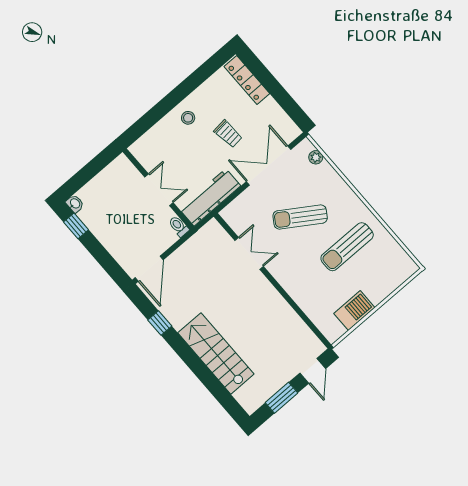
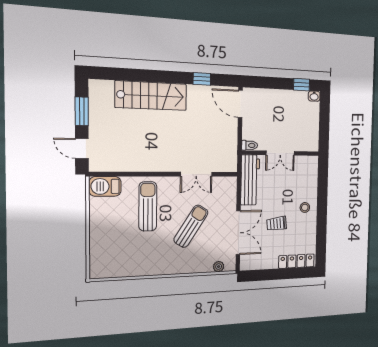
sun lounger: (347, 247) -> (148, 206), moved
barbecue: (354, 310) -> (105, 186), moved, turned 90

